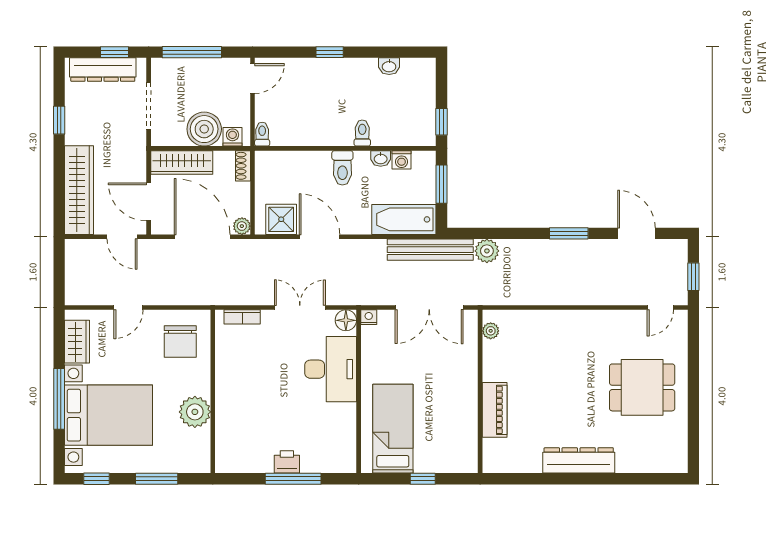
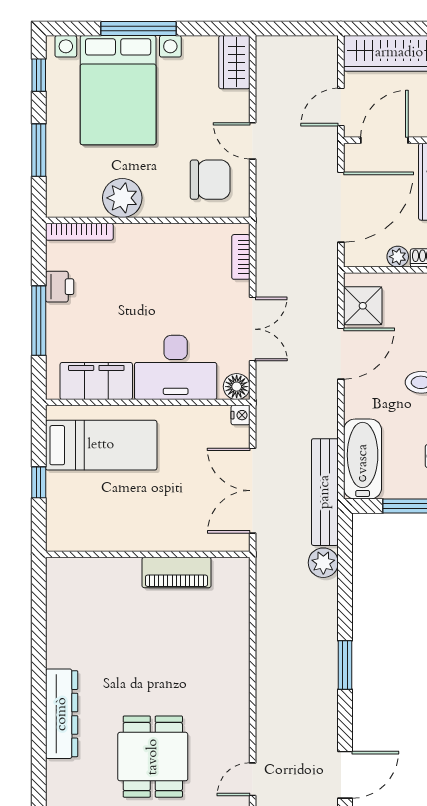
plant: (242, 226) -> (398, 257), moved
door: (636, 233) -> (345, 775), moved
door: (128, 307) -> (253, 141), moved
door: (660, 307) -> (253, 779), hinge flipped
plant: (491, 331) -> (223, 567), removed
chair: (180, 341) -> (210, 180), turned 180
wardrobe: (77, 342) -> (234, 62), moved, turned 90
piano: (495, 410) -> (176, 572), moved
filing cabinet: (341, 433) -> (96, 381), added
bookcase: (222, 446) -> (79, 232), added
dresser: (579, 460) -> (62, 714), moved
printer: (287, 462) -> (60, 287), moved

